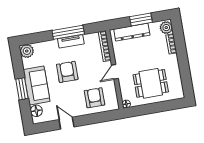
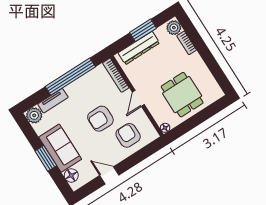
window: (68, 32) -> (70, 77), width x1.46
tv unit: (71, 41) -> (53, 101), moved
armchair: (67, 72) -> (100, 119), moved, turned -90
dining table: (151, 83) -> (182, 95), turned 90

